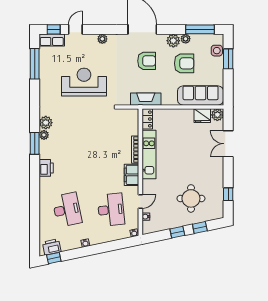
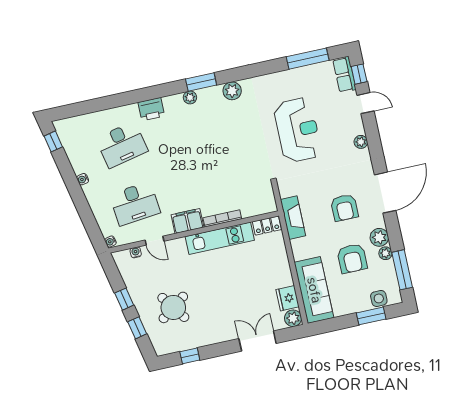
plant: (44, 135) -> (190, 97), moved
printer: (46, 168) -> (151, 109), moved
round table: (191, 198) -> (173, 307), turned -36
printer: (52, 247) -> (68, 135), removed

